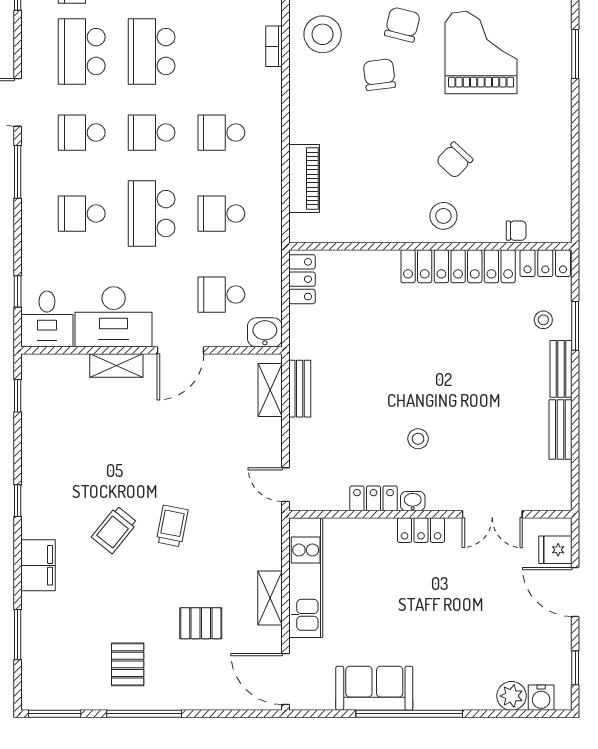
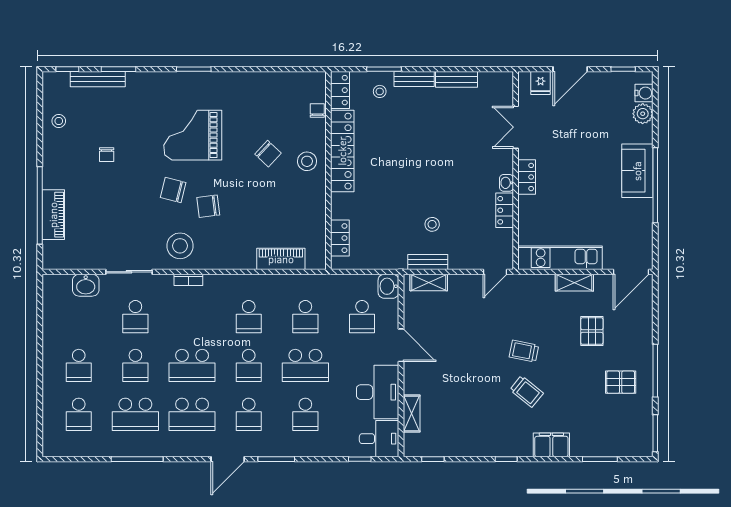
locker: (302, 279) -> (340, 238), moved, turned 90
shelving: (116, 365) -> (412, 413), moved
stool: (418, 439) -> (432, 224), moved
double door: (492, 514) -> (516, 127), swing flipped
sofa: (374, 688) -> (637, 171), moved

